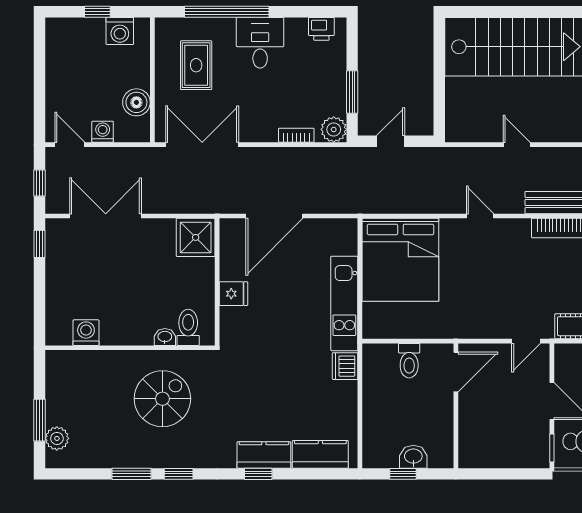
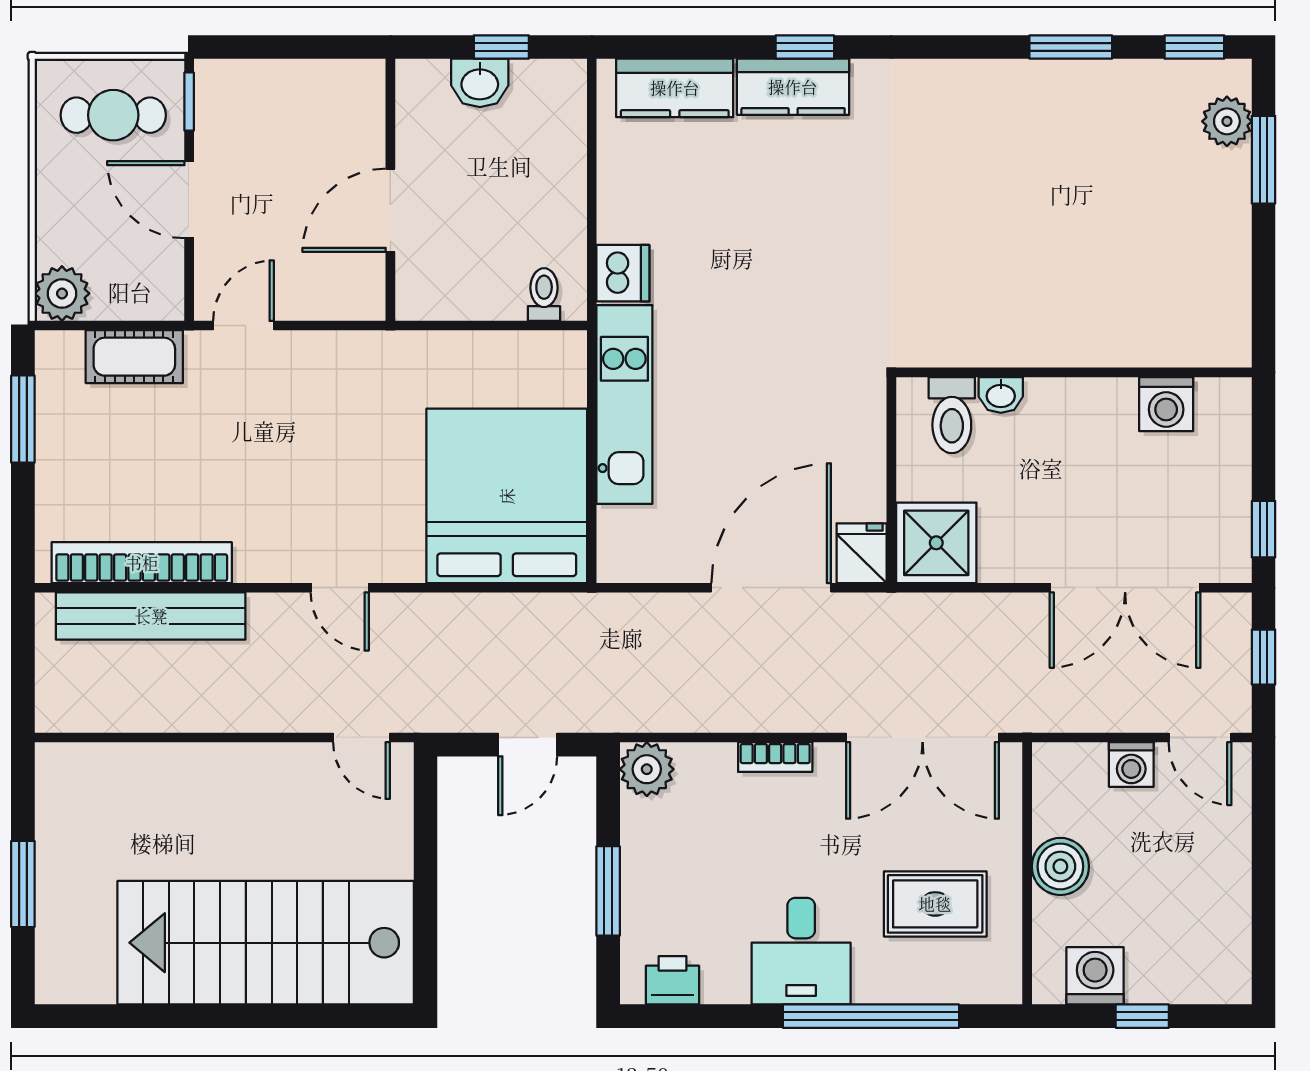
rug: (196, 65) -> (935, 904), turned 90
window: (352, 92) -> (608, 891), moved
boiler: (136, 102) -> (1060, 866), moved
bookcase: (296, 135) -> (775, 757), moved
door: (517, 145) -> (361, 738), moved
fridge: (234, 294) -> (862, 553), moved, turned 90
toilet: (188, 327) -> (952, 415), moved
washing machine: (86, 333) -> (1166, 404), moved
washbasin: (165, 337) -> (1001, 395), moved
wall: (130, 348) -> (1074, 372), moved
toilet: (409, 361) -> (544, 295), moved, width x0.73, depth x0.72
door: (456, 372) -> (390, 210), moved
spiral stairs: (162, 399) -> (1006, 205), removed
window: (179, 474) -> (1194, 47), moved

